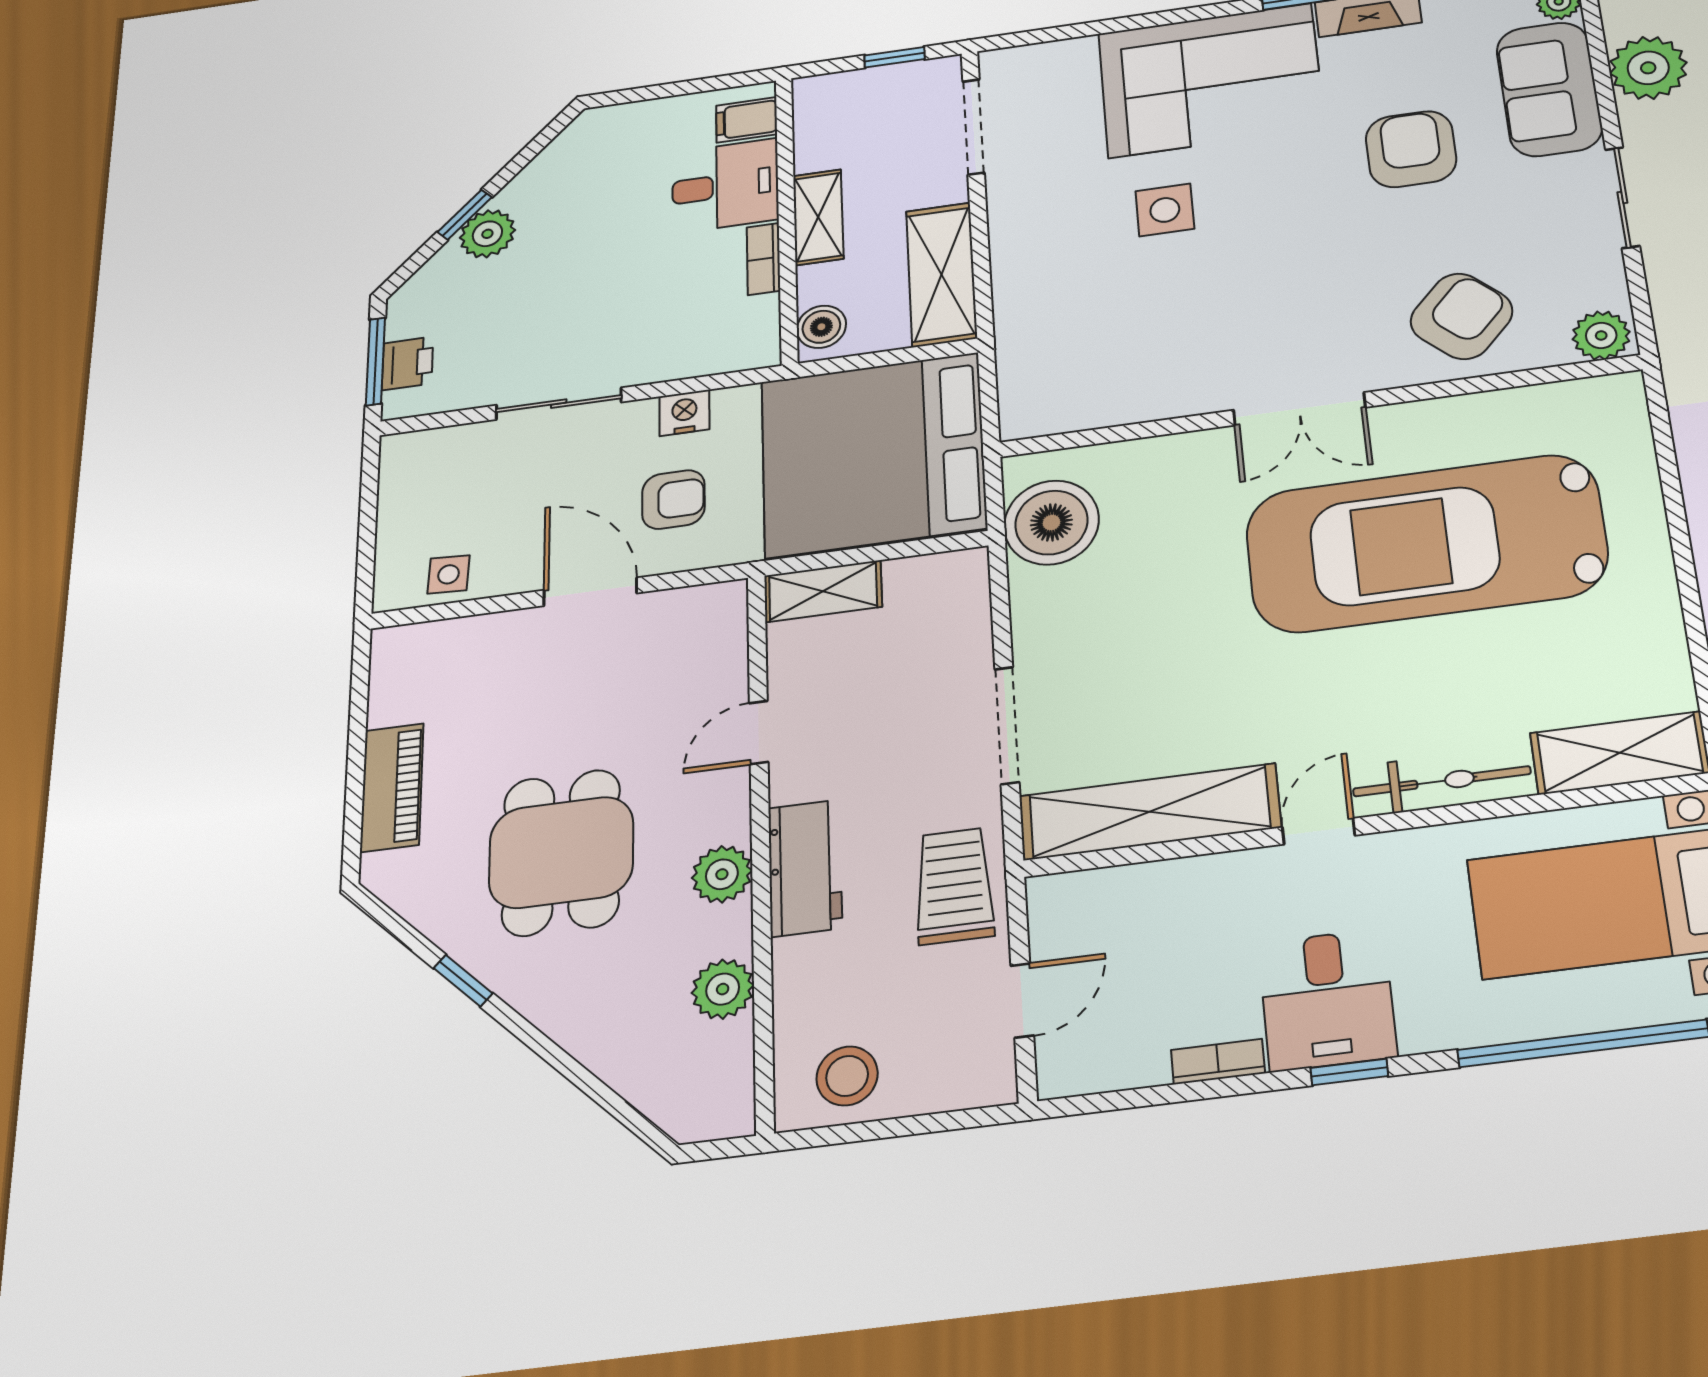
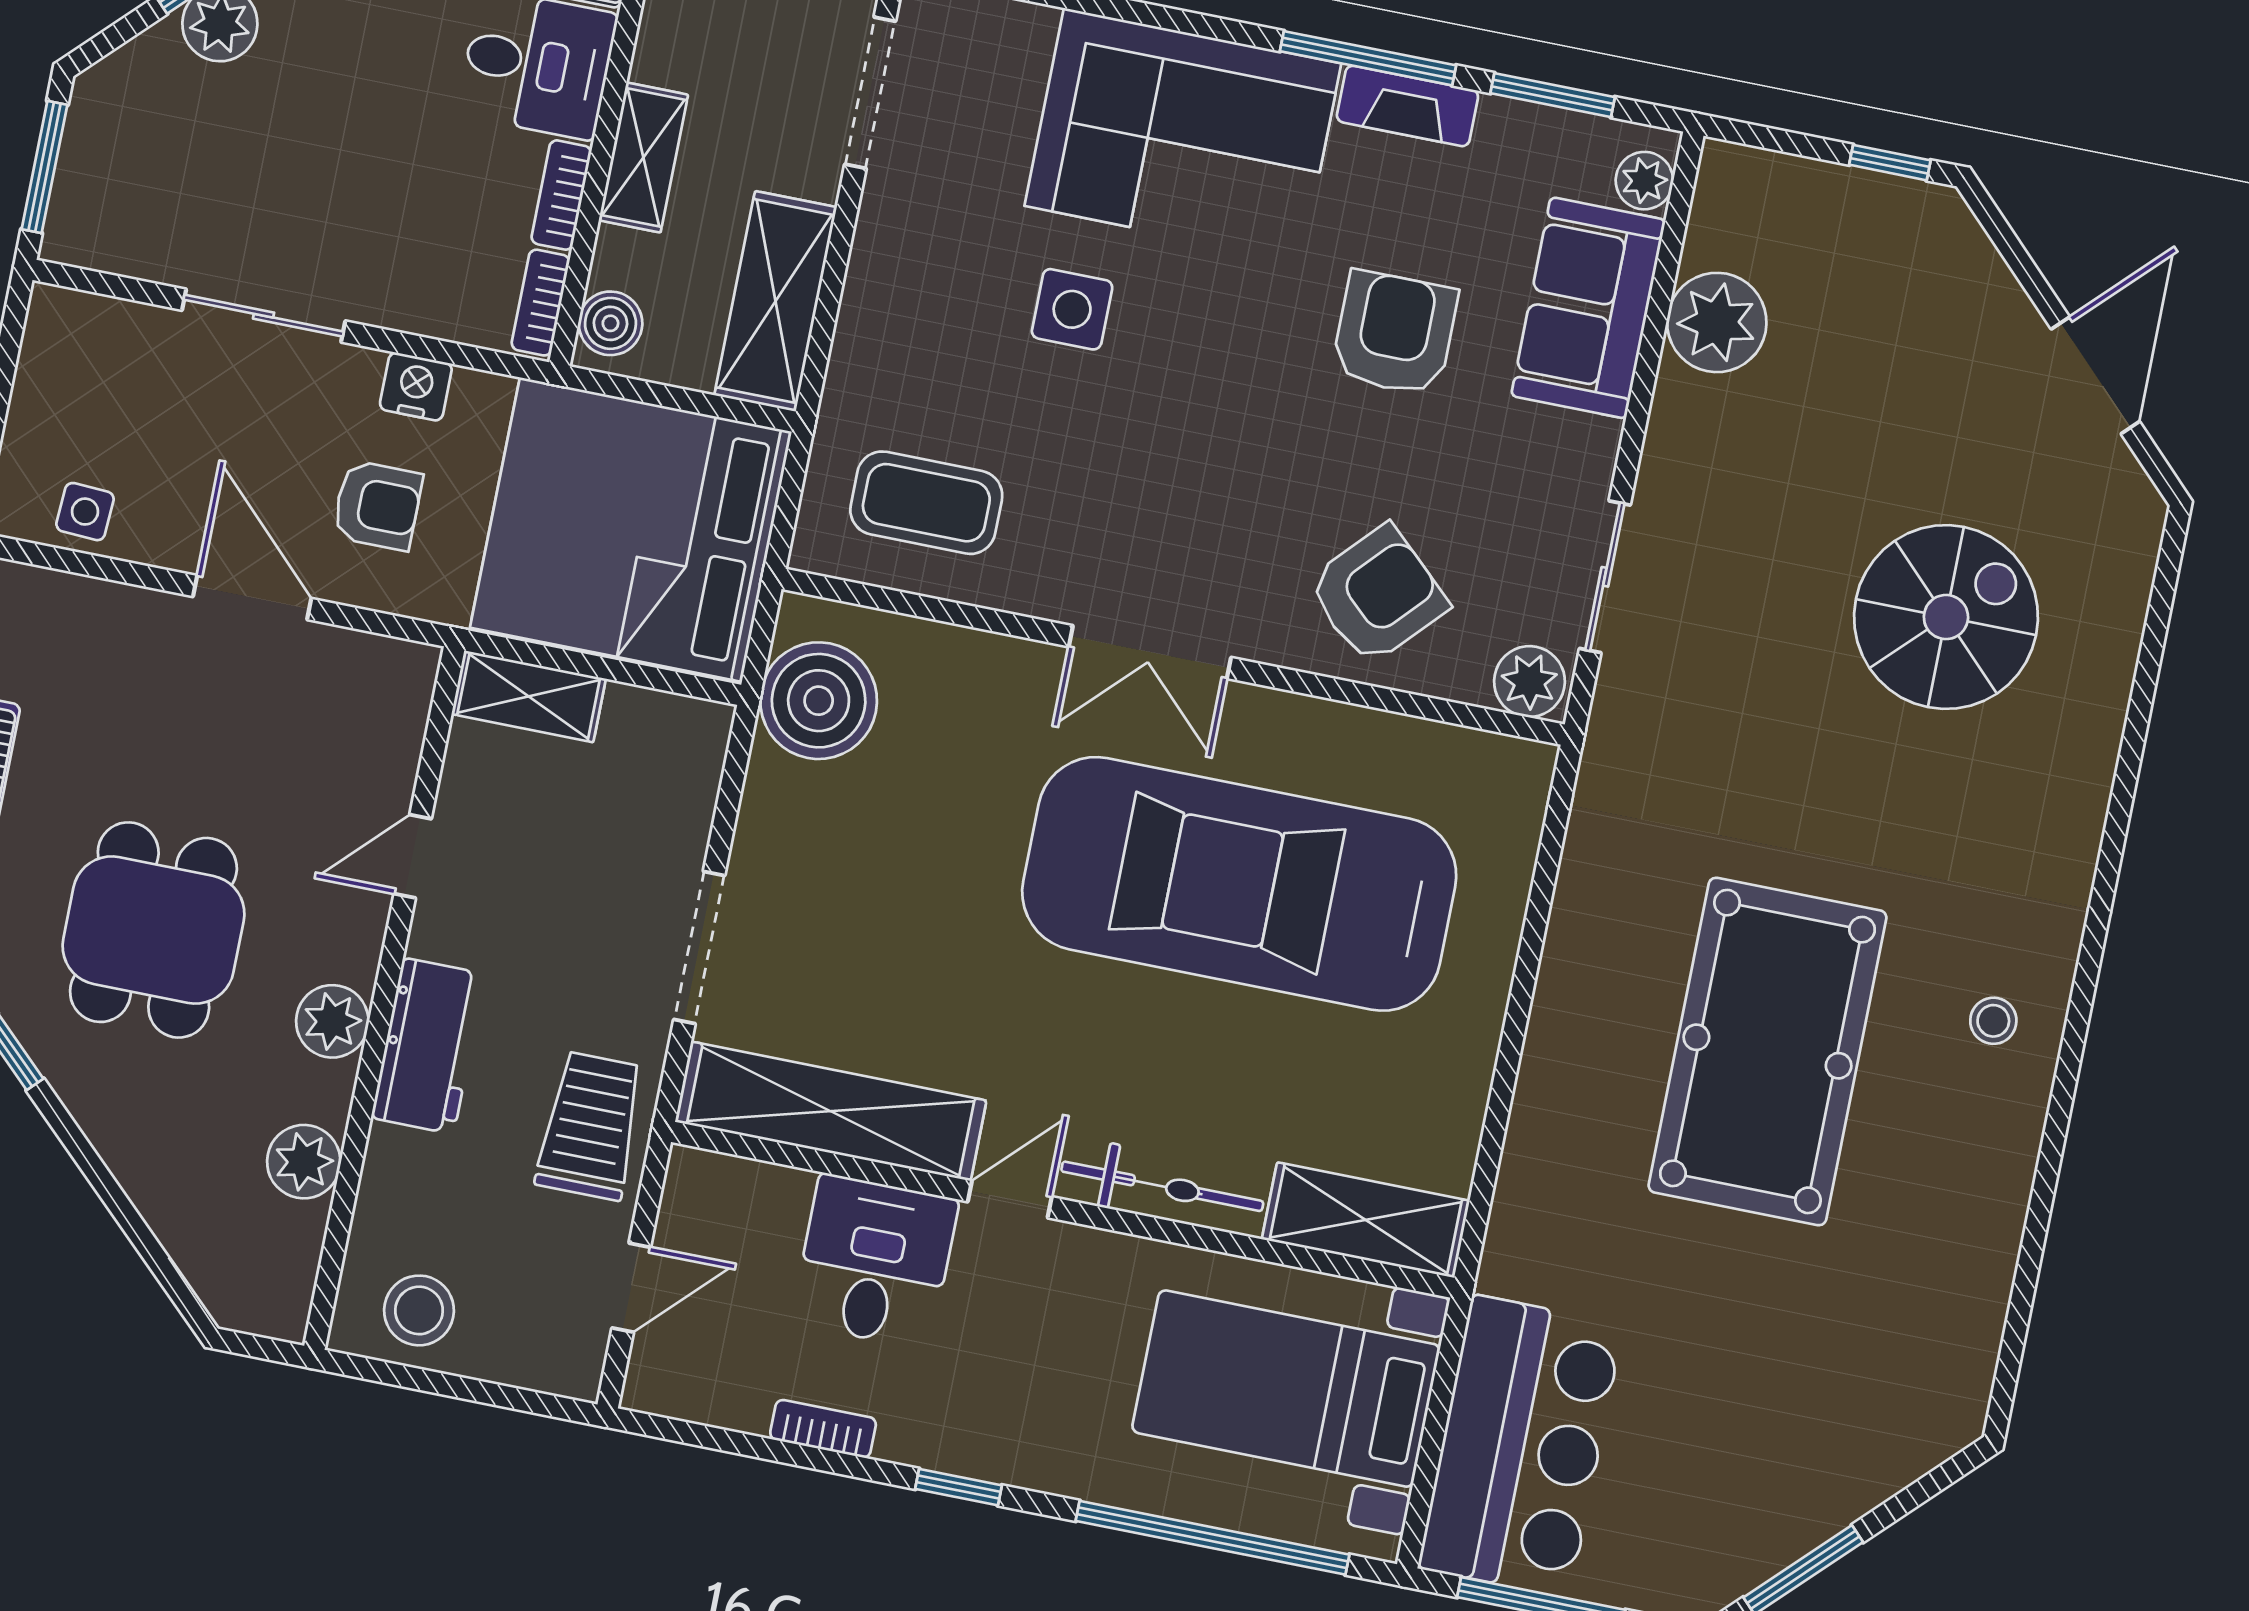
sliding door: (1622, 198) -> (1605, 577), moved
bookcase: (765, 330) -> (540, 303), added
printer: (408, 363) -> (85, 185), removed
coffee table: (1094, 366) -> (926, 503), added
desk: (1327, 1000) -> (875, 1261), moved, turned 180

